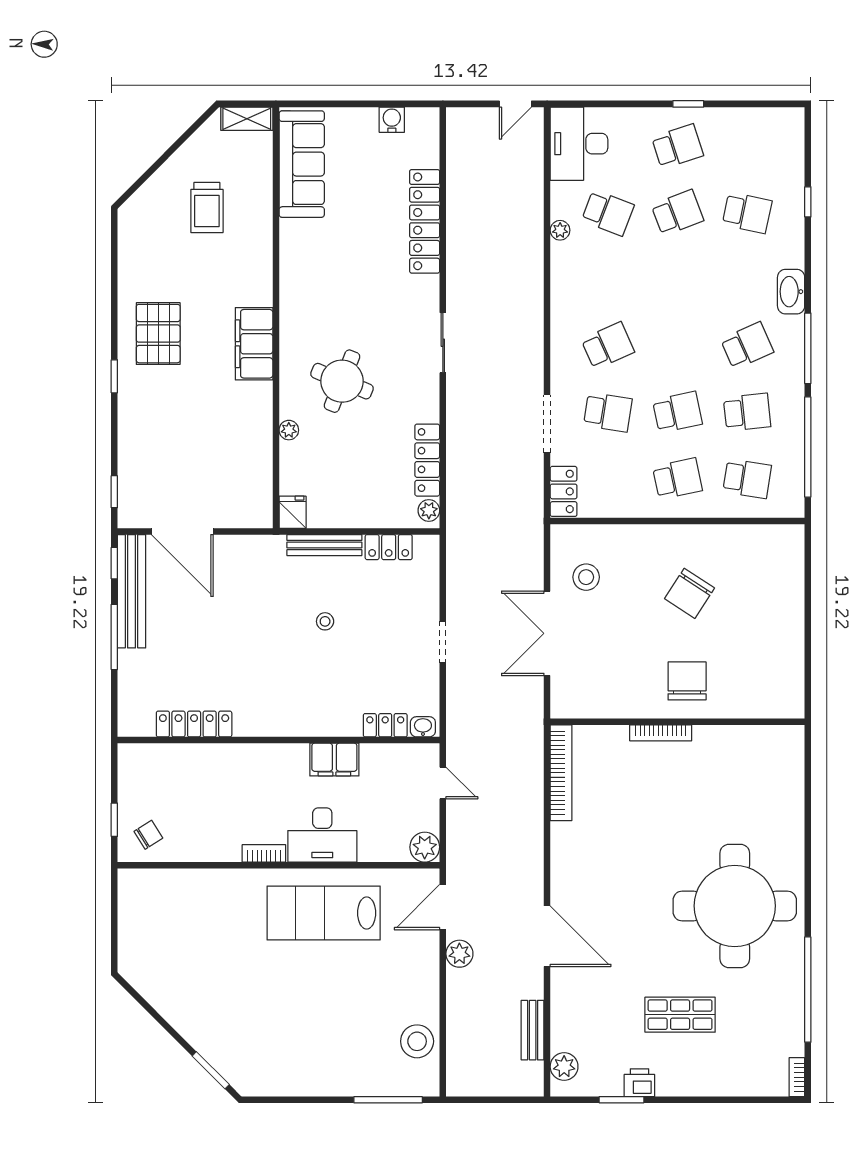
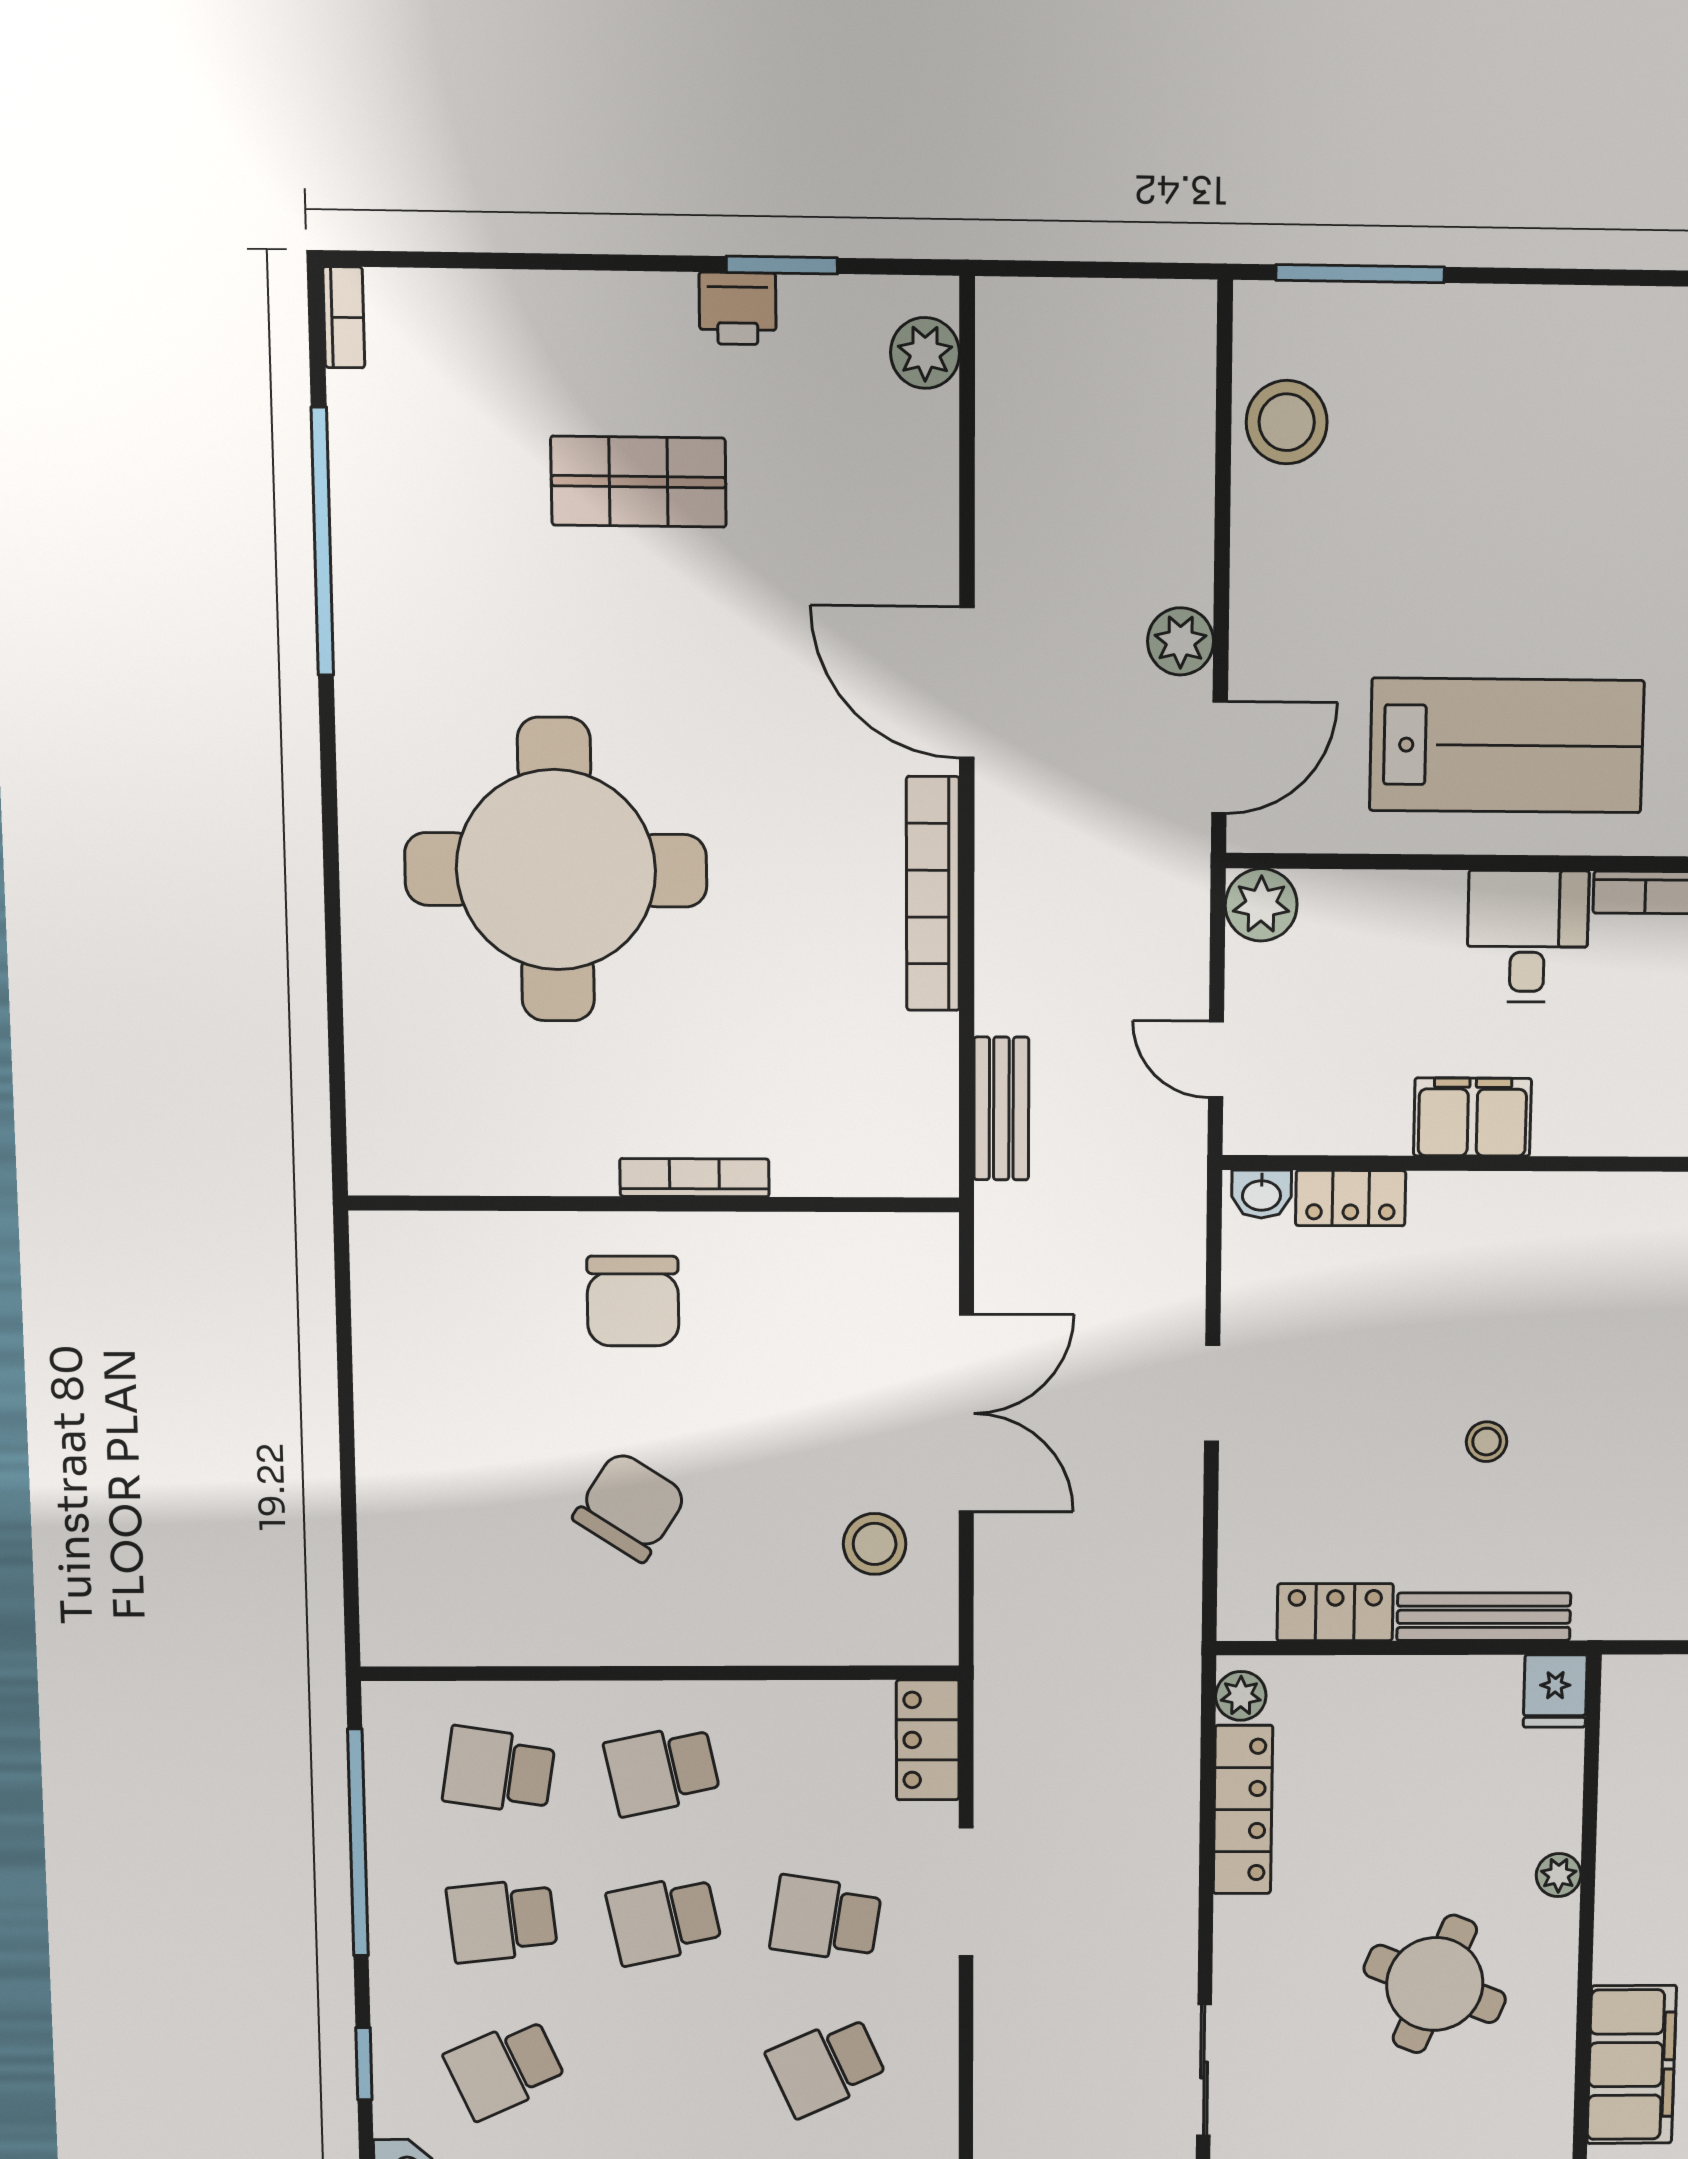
window: (808, 348) -> (364, 2064), width x0.46
bookcase: (561, 773) -> (933, 894), moved
desk: (322, 835) -> (1528, 936), width x0.73
round table: (735, 906) -> (556, 870), moved
bench: (533, 1030) -> (1001, 1109), moved

